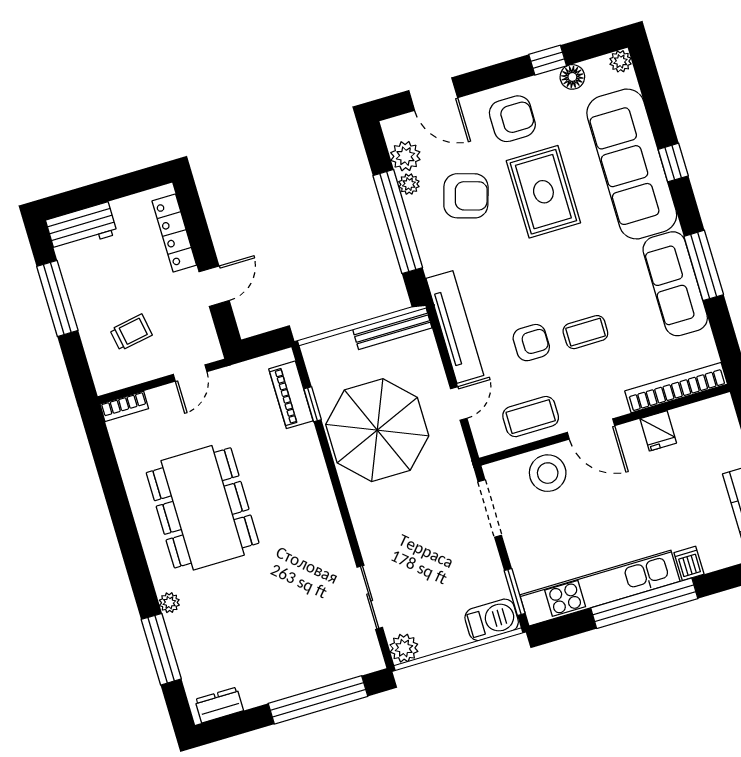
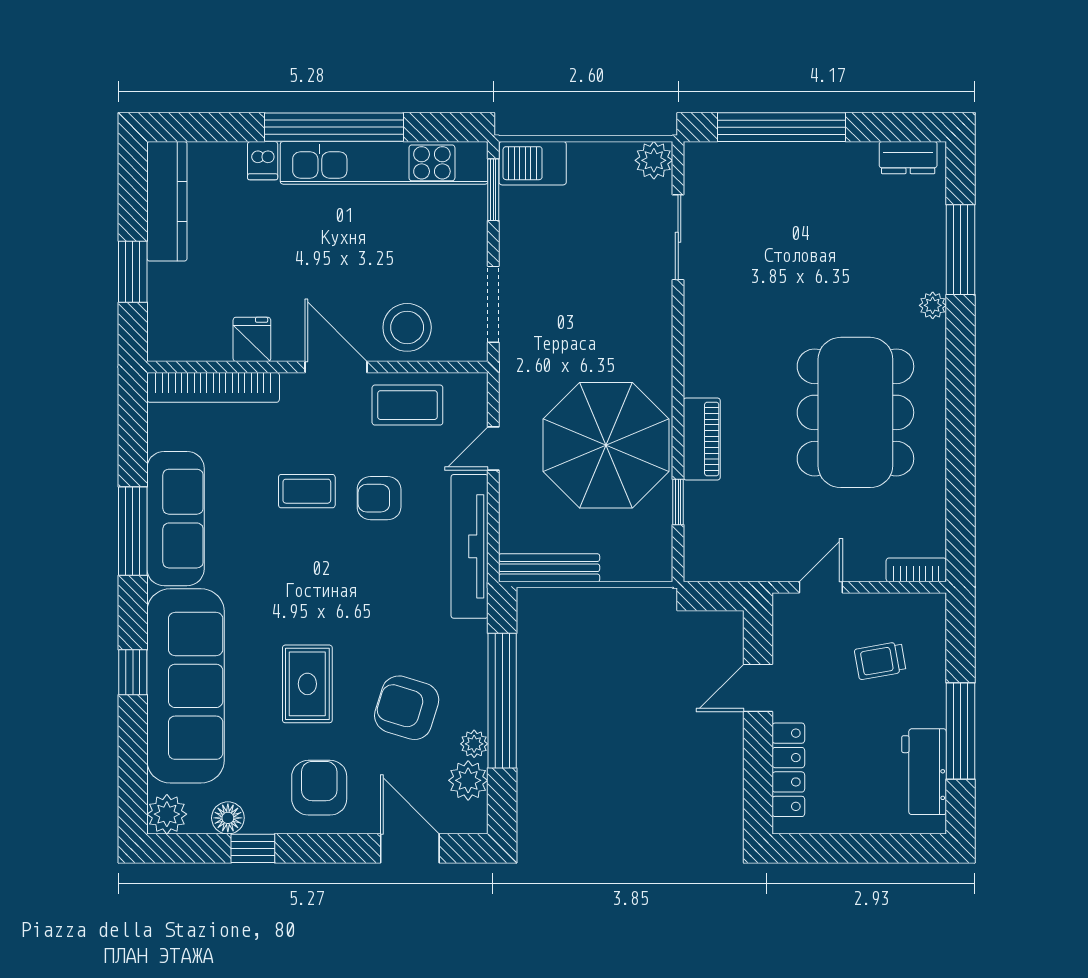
plant: (620, 61) -> (167, 814), width x1.38, depth x1.38
armchair: (512, 119) -> (319, 788), turned 90
rug: (543, 192) -> (307, 684), width x0.73, depth x0.70
workbench: (81, 227) -> (924, 772), moved, turned -90
piano: (291, 395) -> (702, 439), moved

